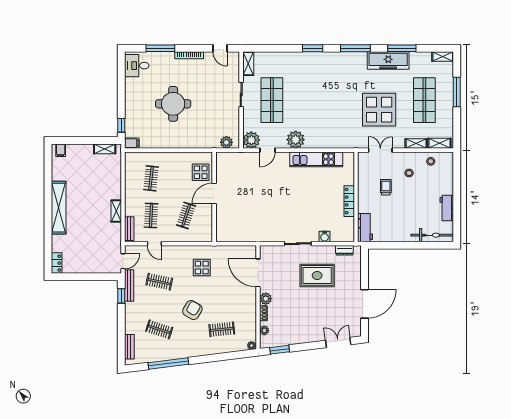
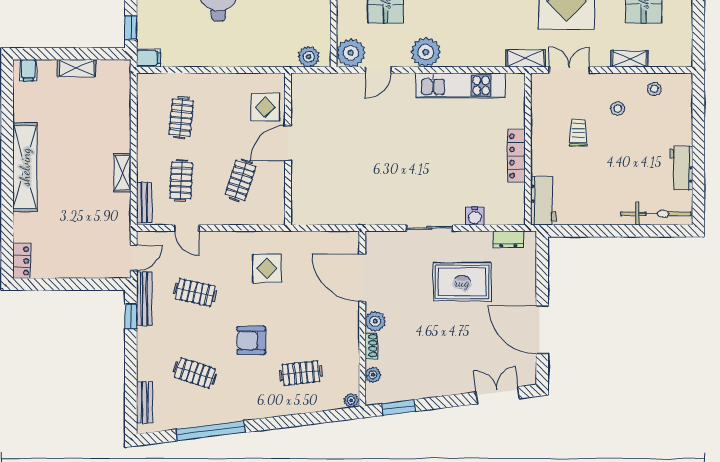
shelving: (439, 143) -> (526, 58), moved
shelving: (105, 149) -> (77, 68), moved
door: (364, 304) -> (542, 330), swing flipped
armchair: (192, 310) -> (251, 340), turned -120

